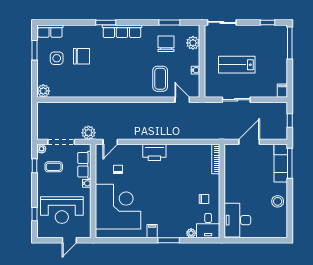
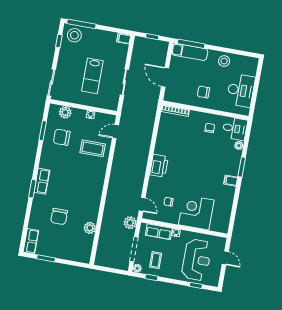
row of seats: (122, 31) -> (42, 181), width x0.68
stool: (276, 38) -> (74, 35), added
chair: (82, 56) -> (59, 216), turned 180
side table: (57, 58) -> (57, 240), removed
plant: (43, 91) -> (90, 228), moved
chair: (241, 185) -> (203, 92), added
corner desk: (118, 207) -> (196, 212), width x0.74, depth x0.74
desk: (237, 220) -> (241, 90), moved, turned -90

